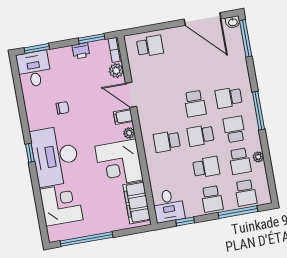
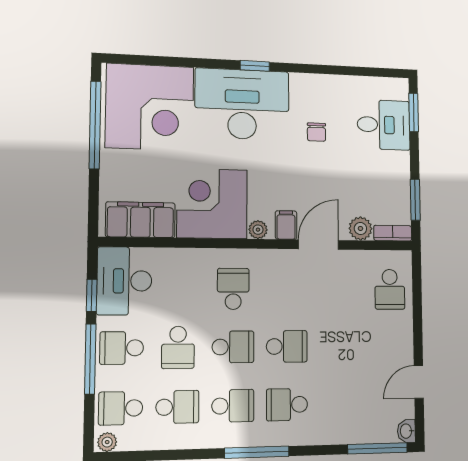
door: (202, 19) -> (419, 382), width x0.53
printer: (81, 51) -> (399, 179), removed
desk: (34, 69) -> (384, 125), moved
school desk: (229, 98) -> (287, 405), turned -90
school desk: (195, 104) -> (287, 346), turned 180
school desk: (201, 135) -> (233, 347), turned 90
plant: (258, 157) -> (107, 442), moved
school desk: (240, 161) -> (177, 407), turned 180
corner desk: (61, 205) -> (150, 107), width x1.36, depth x1.36
desk: (168, 206) -> (124, 281), width x1.37
window: (238, 212) -> (90, 359), moved

